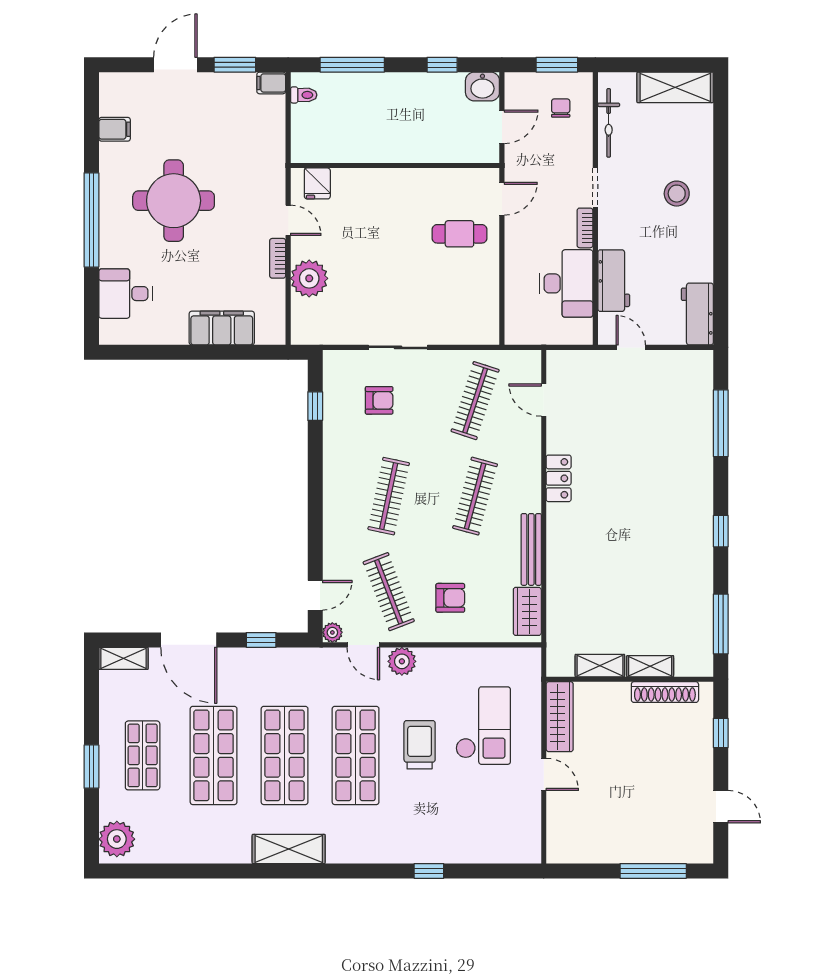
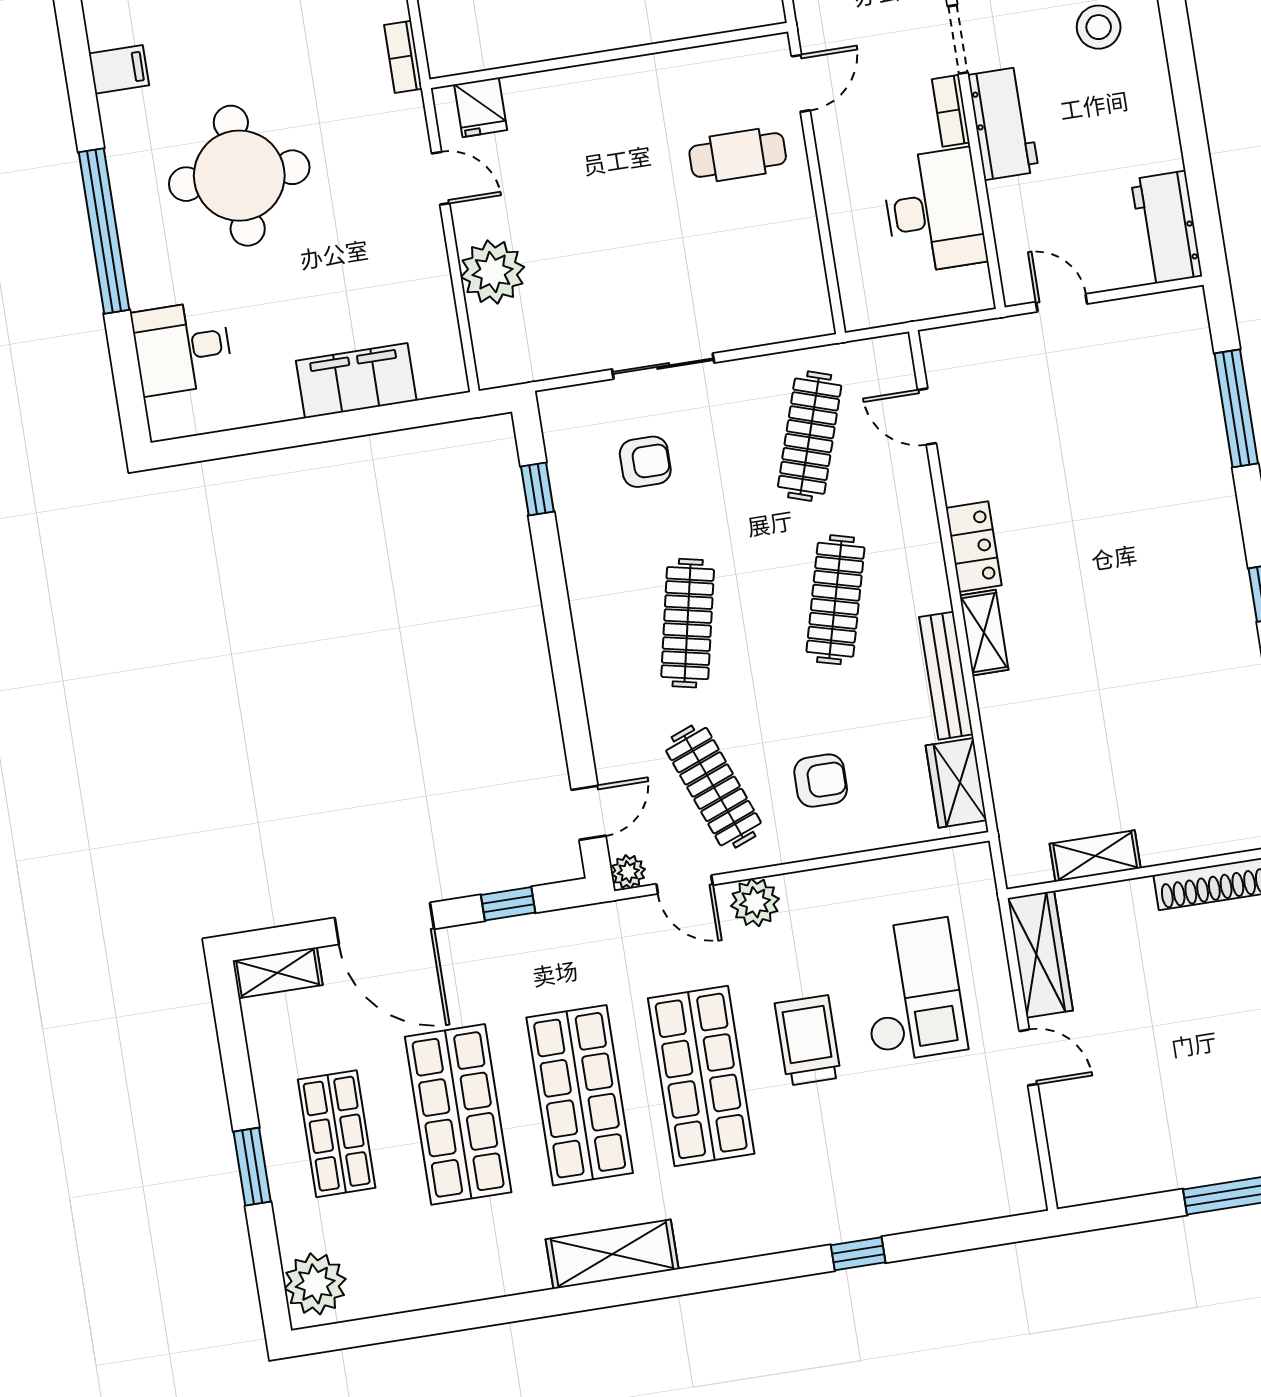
bookcase: (278, 258) -> (403, 57), moved
workbench: (614, 281) -> (1003, 123), moved
shelving: (650, 666) -> (984, 633), moved, turned 90

